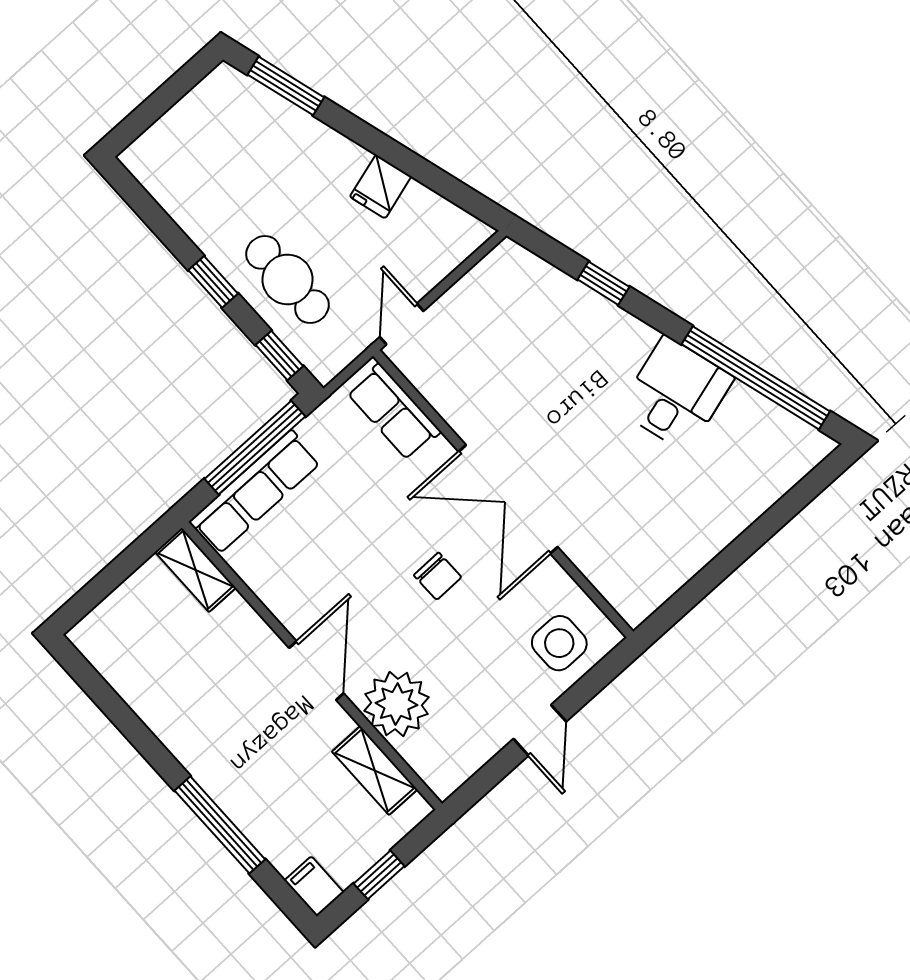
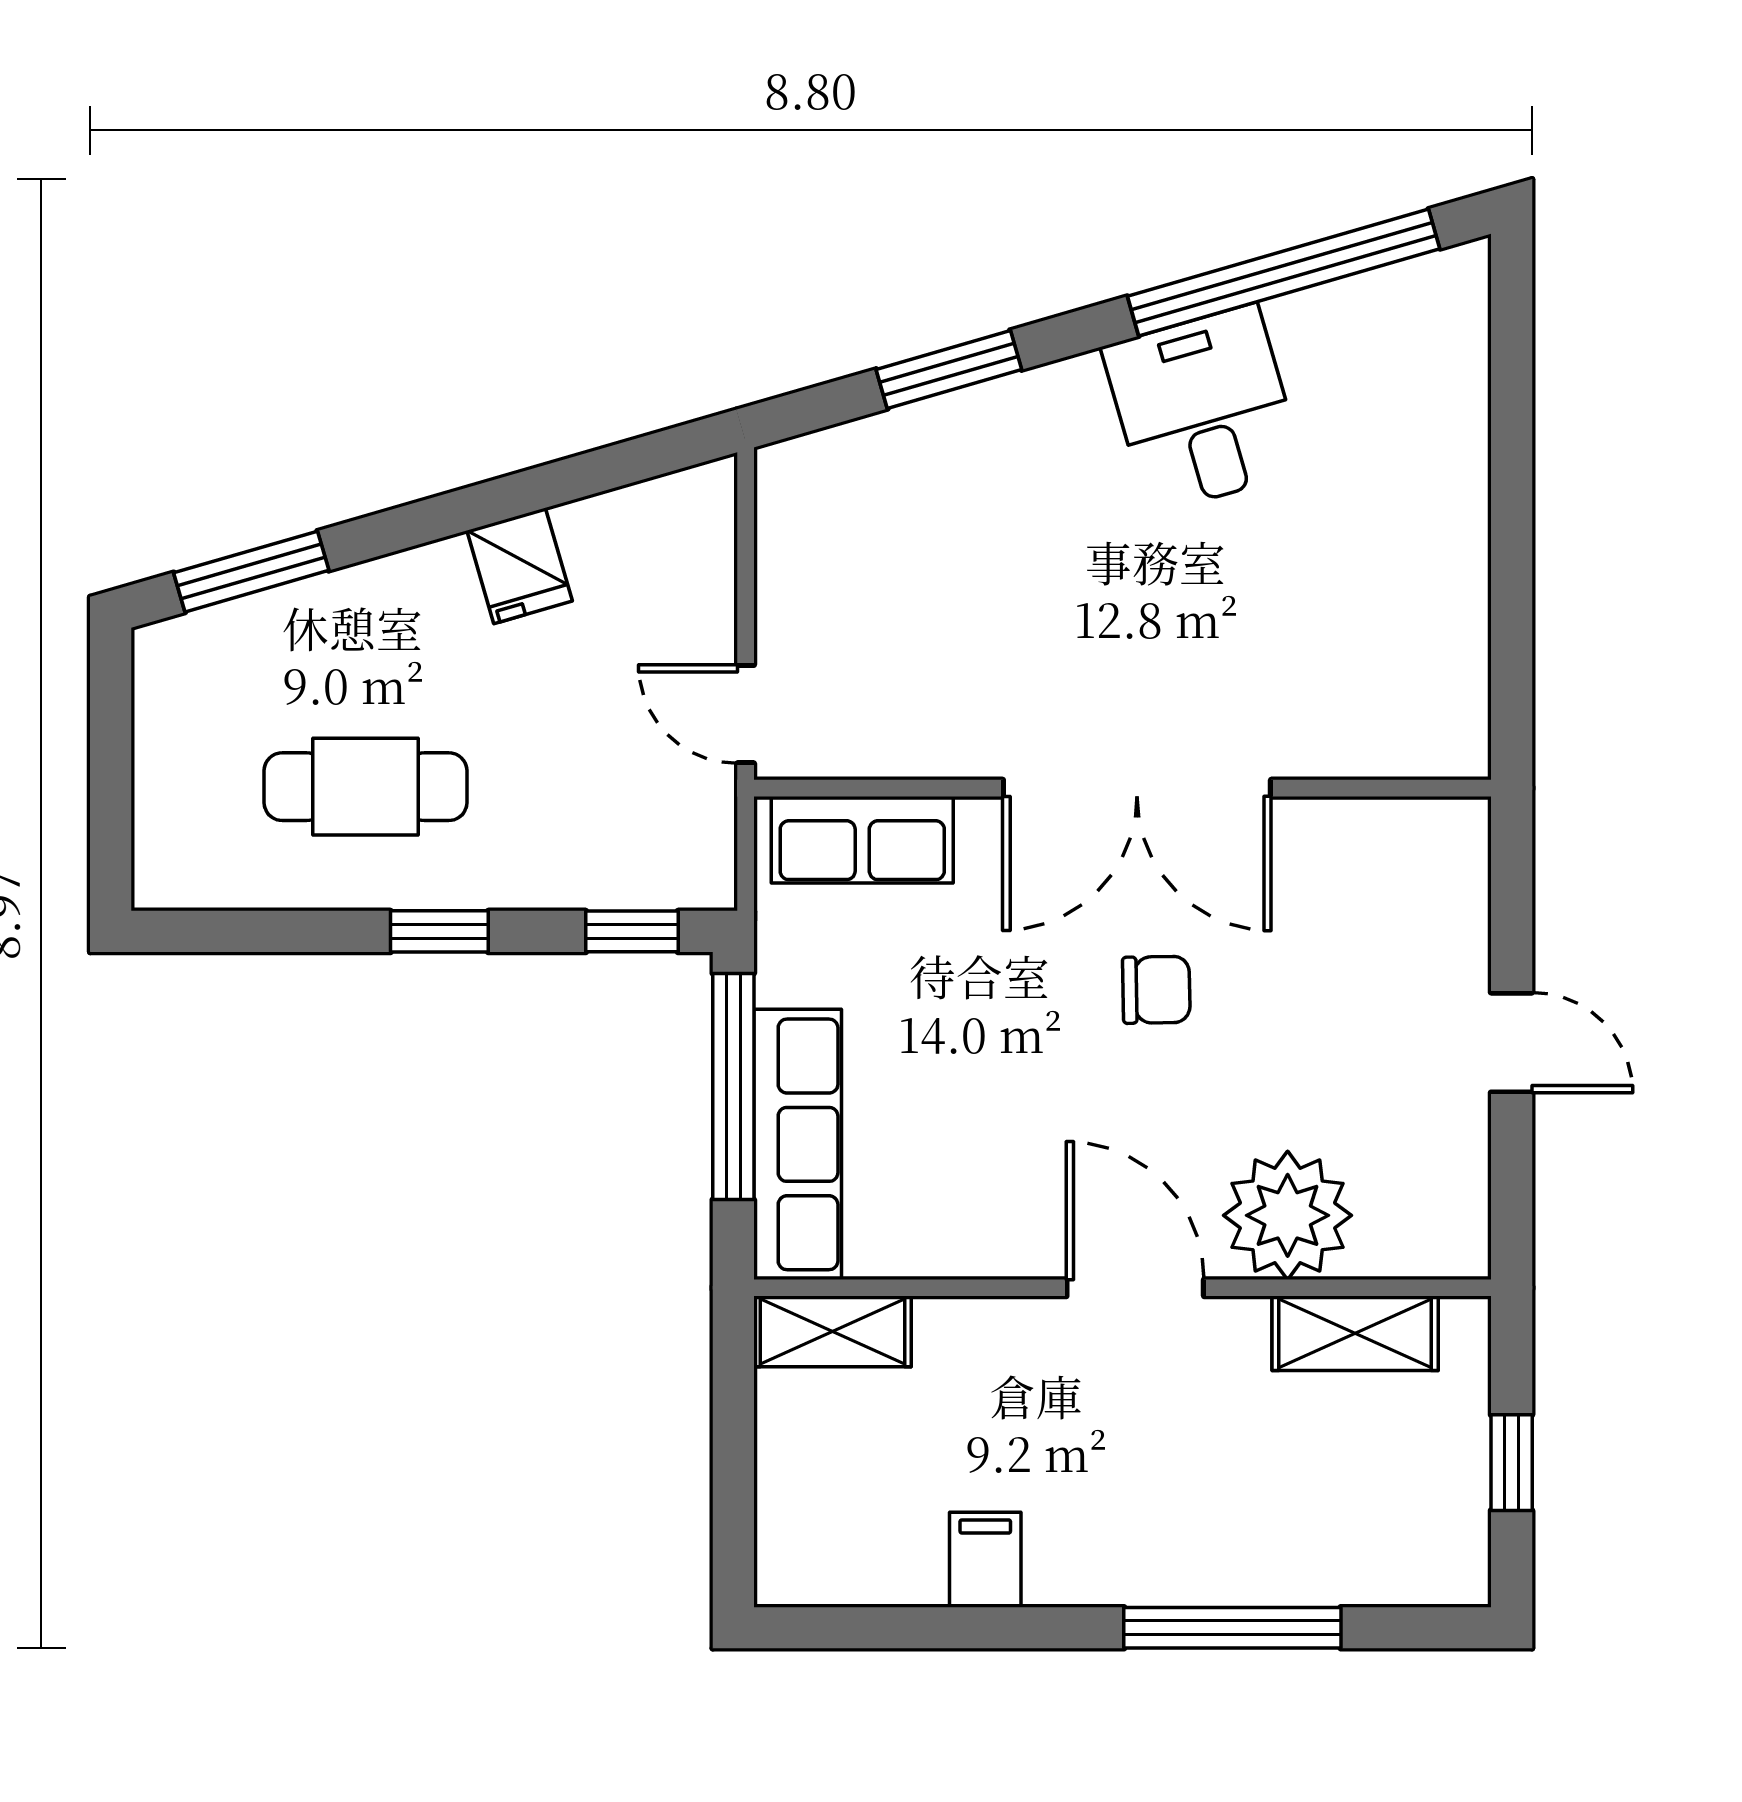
cafe table: (288, 280) -> (365, 787), moved
window: (603, 283) -> (949, 369), width x1.50
side table: (559, 643) -> (1411, 901), removed
filing cabinet: (314, 886) -> (985, 1560), moved, turned 90

